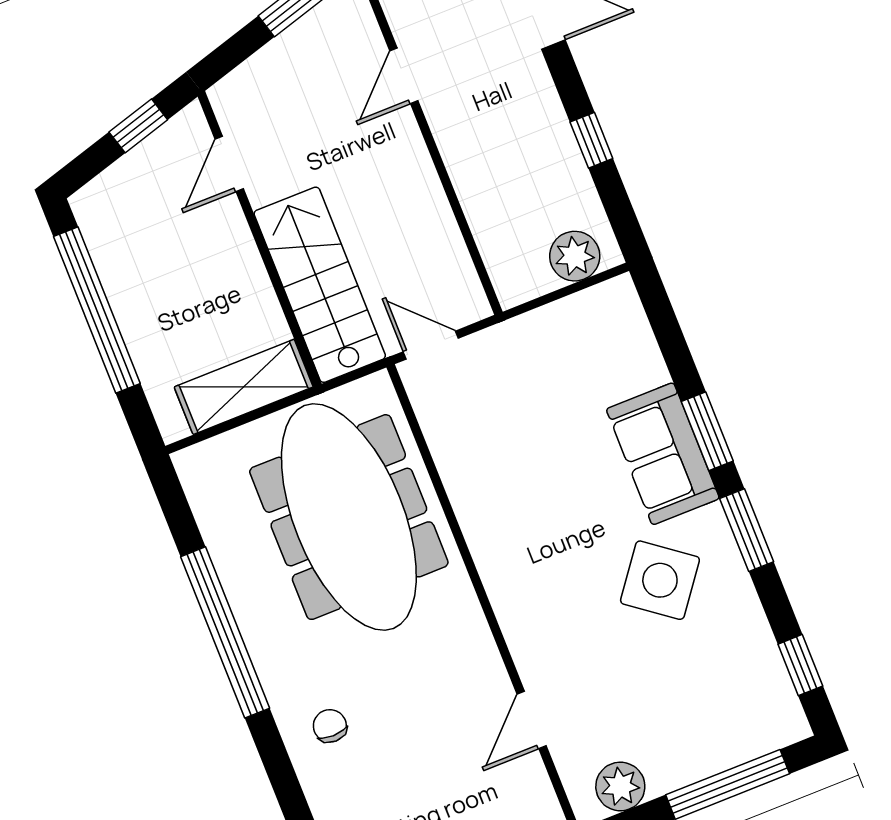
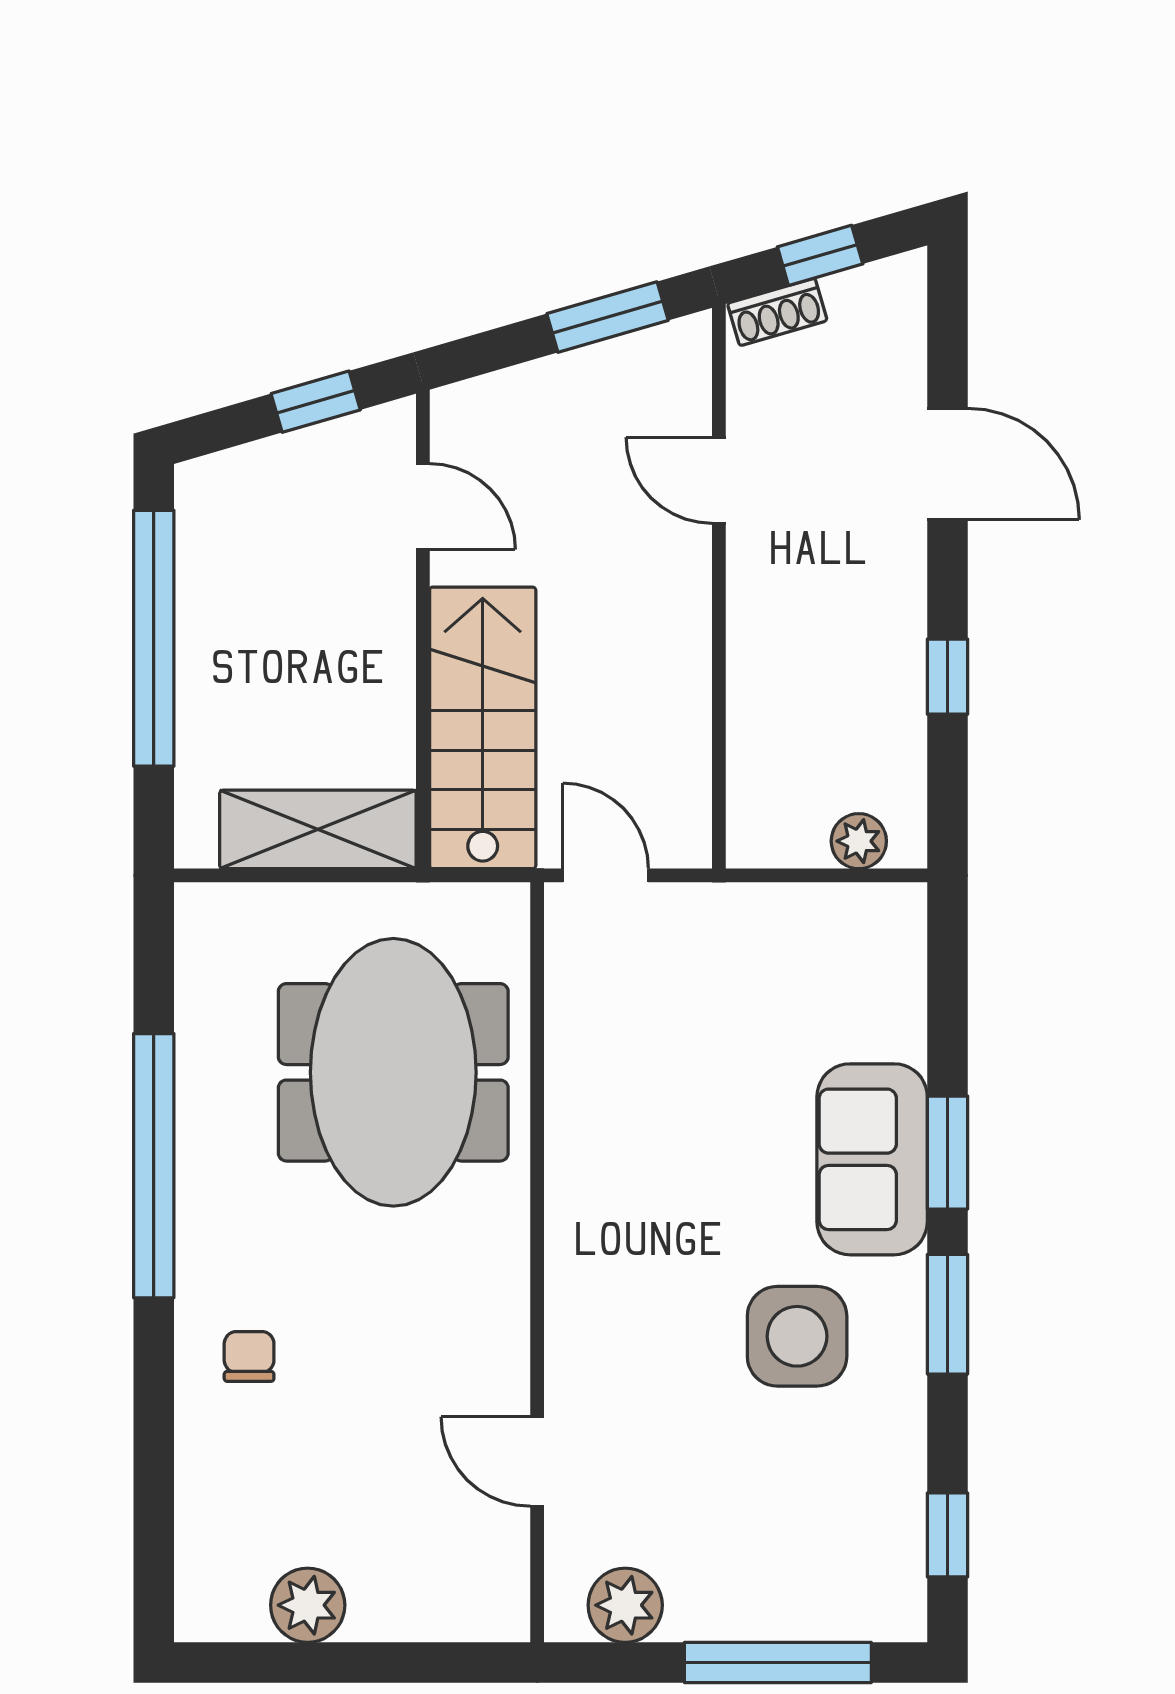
door: (404, 76) -> (719, 480), hinge flipped
door: (229, 164) -> (423, 507), swing flipped
plant: (575, 256) -> (859, 841), width x0.73, depth x0.73
meeting table: (349, 517) -> (393, 1072), width x0.73
side table: (660, 580) -> (797, 1336), turned -37
door: (532, 720) -> (537, 1462), hinge flipped

